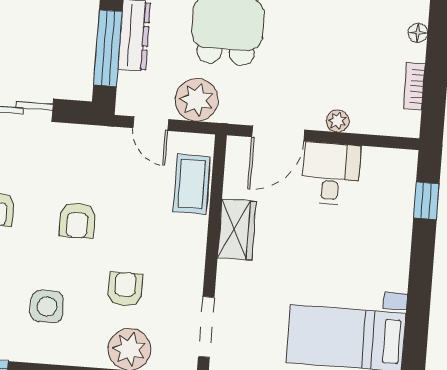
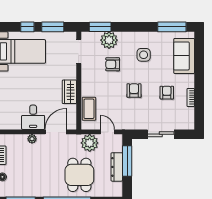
armchair: (125, 289) -> (113, 64), turned 90

